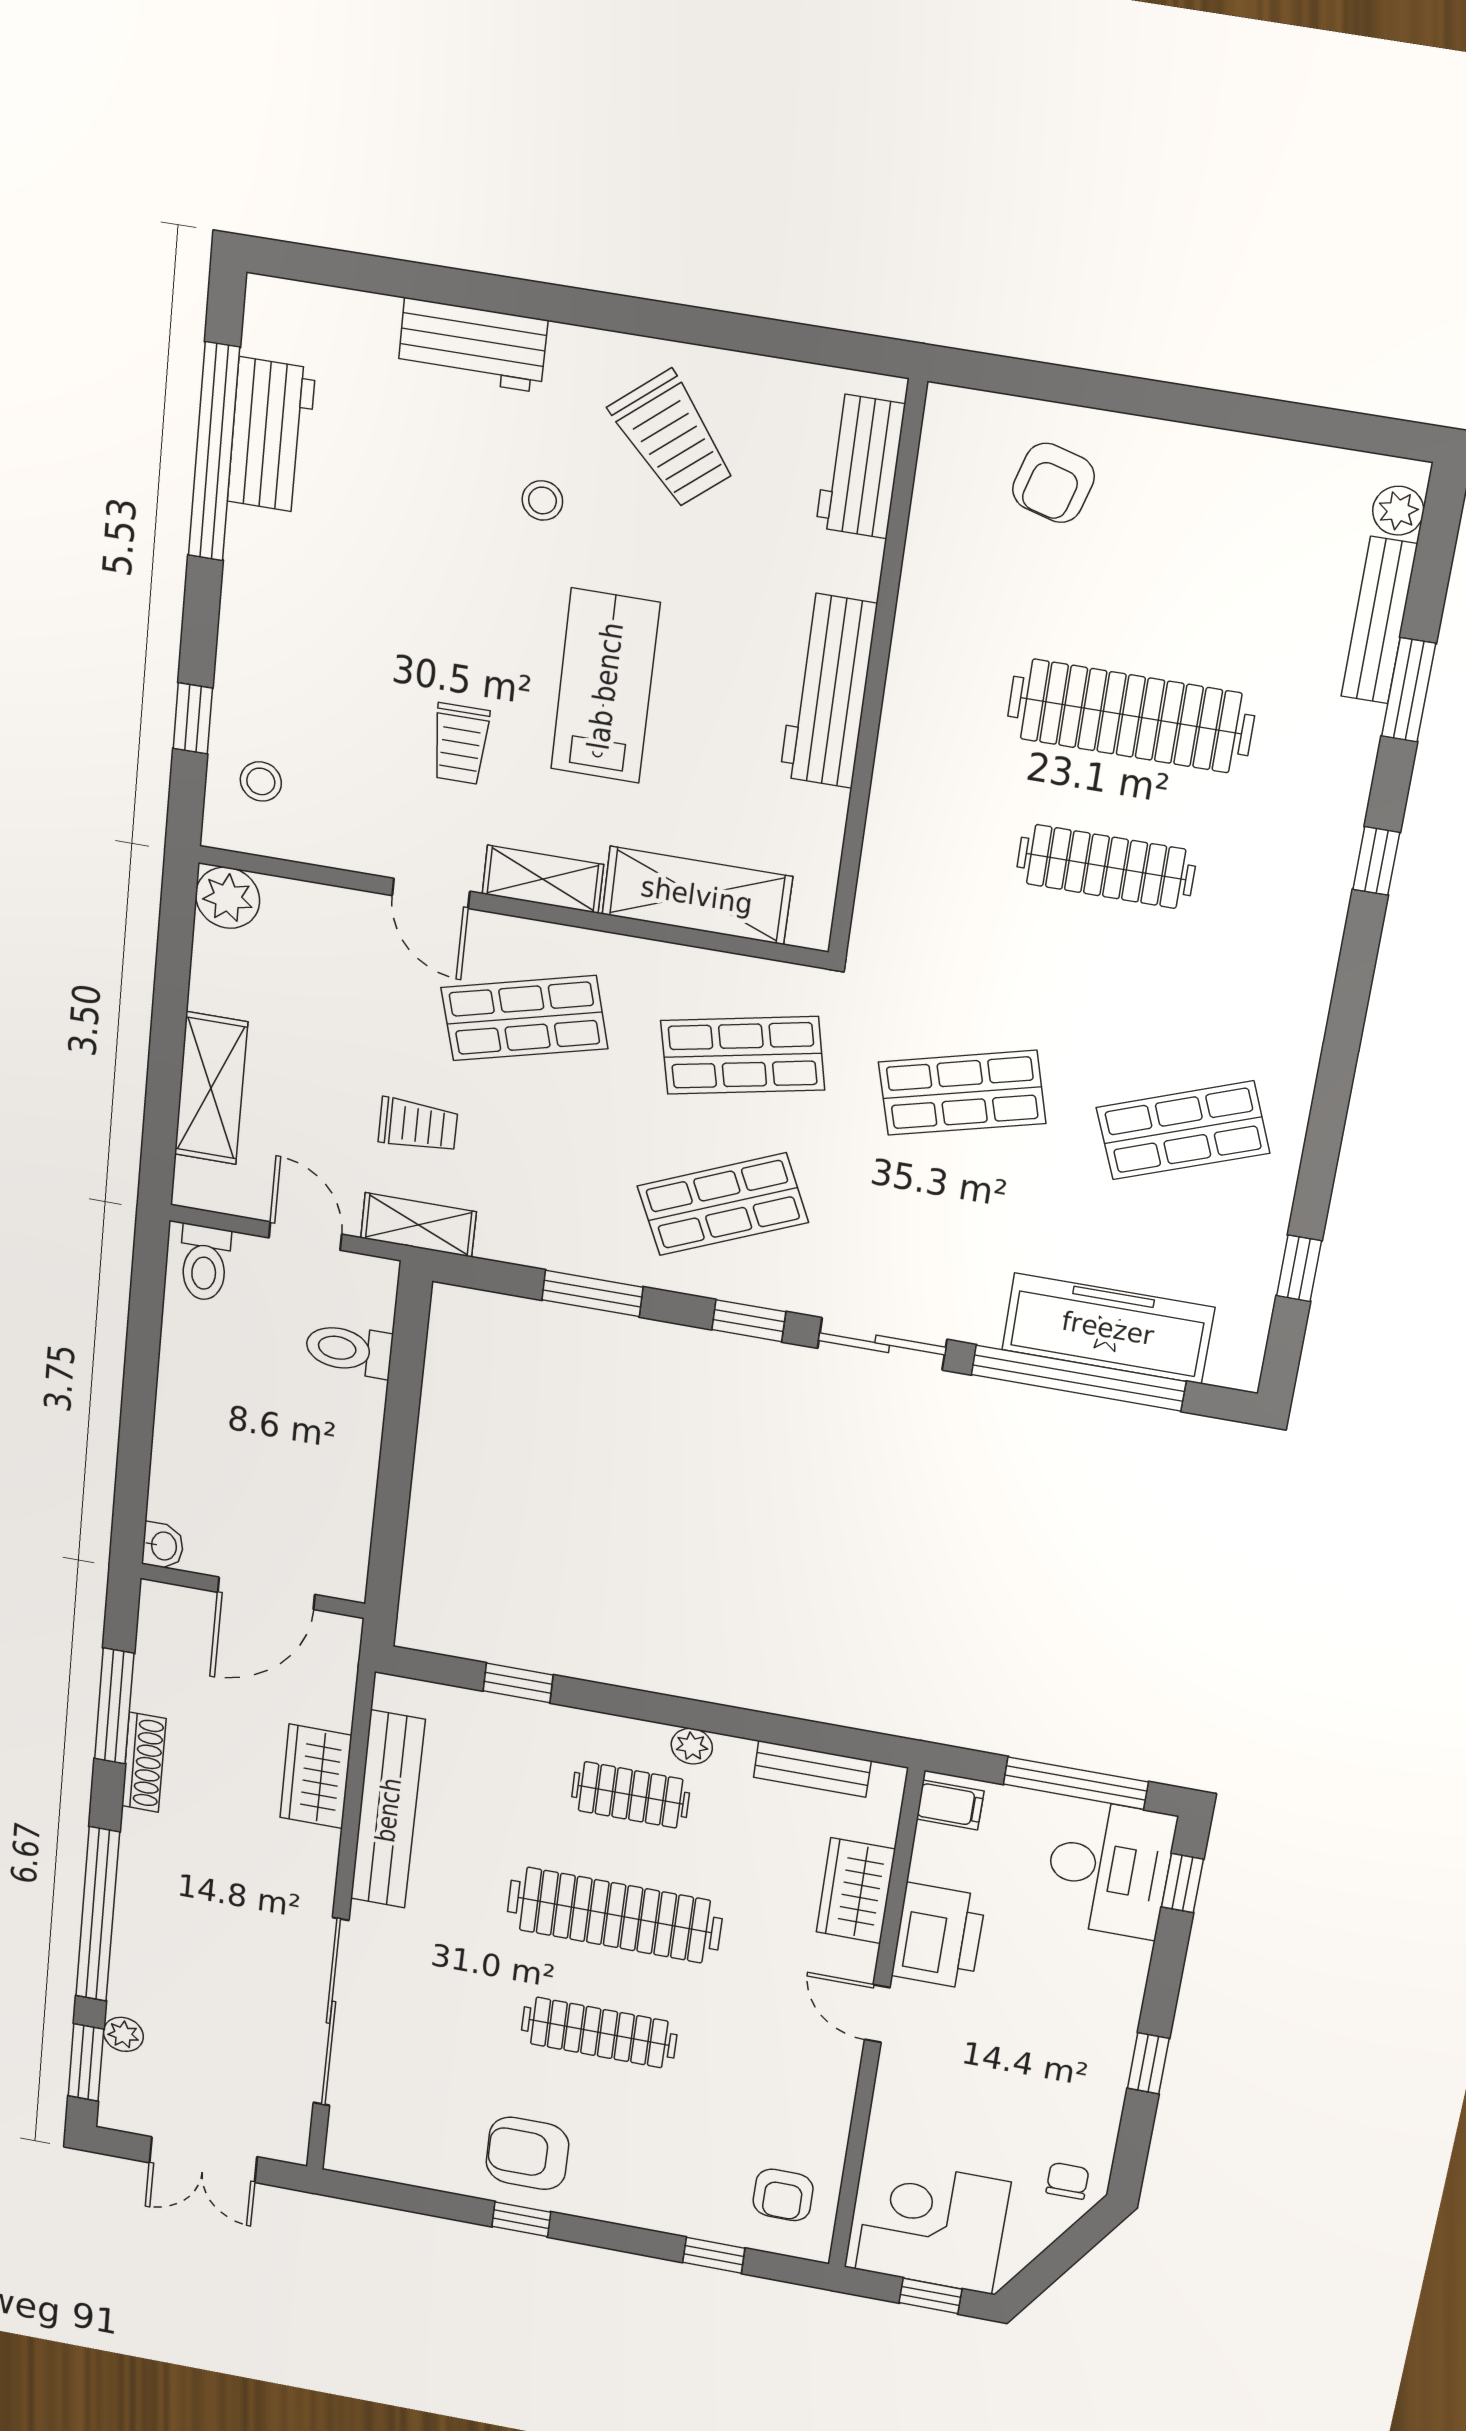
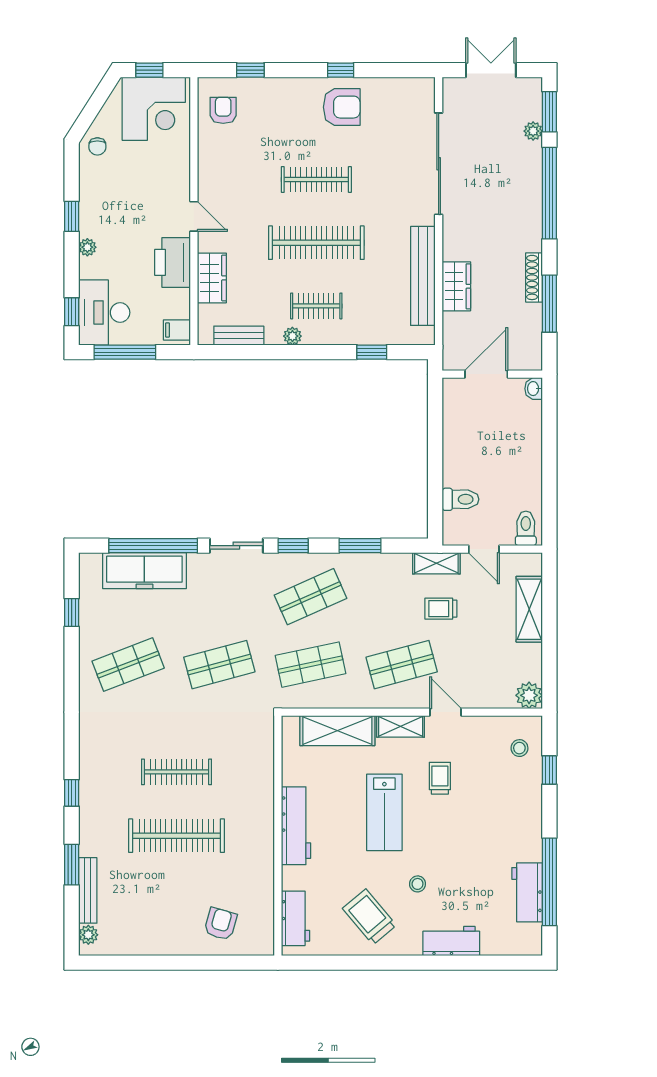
plant: (1124, 1999) -> (87, 247), added

